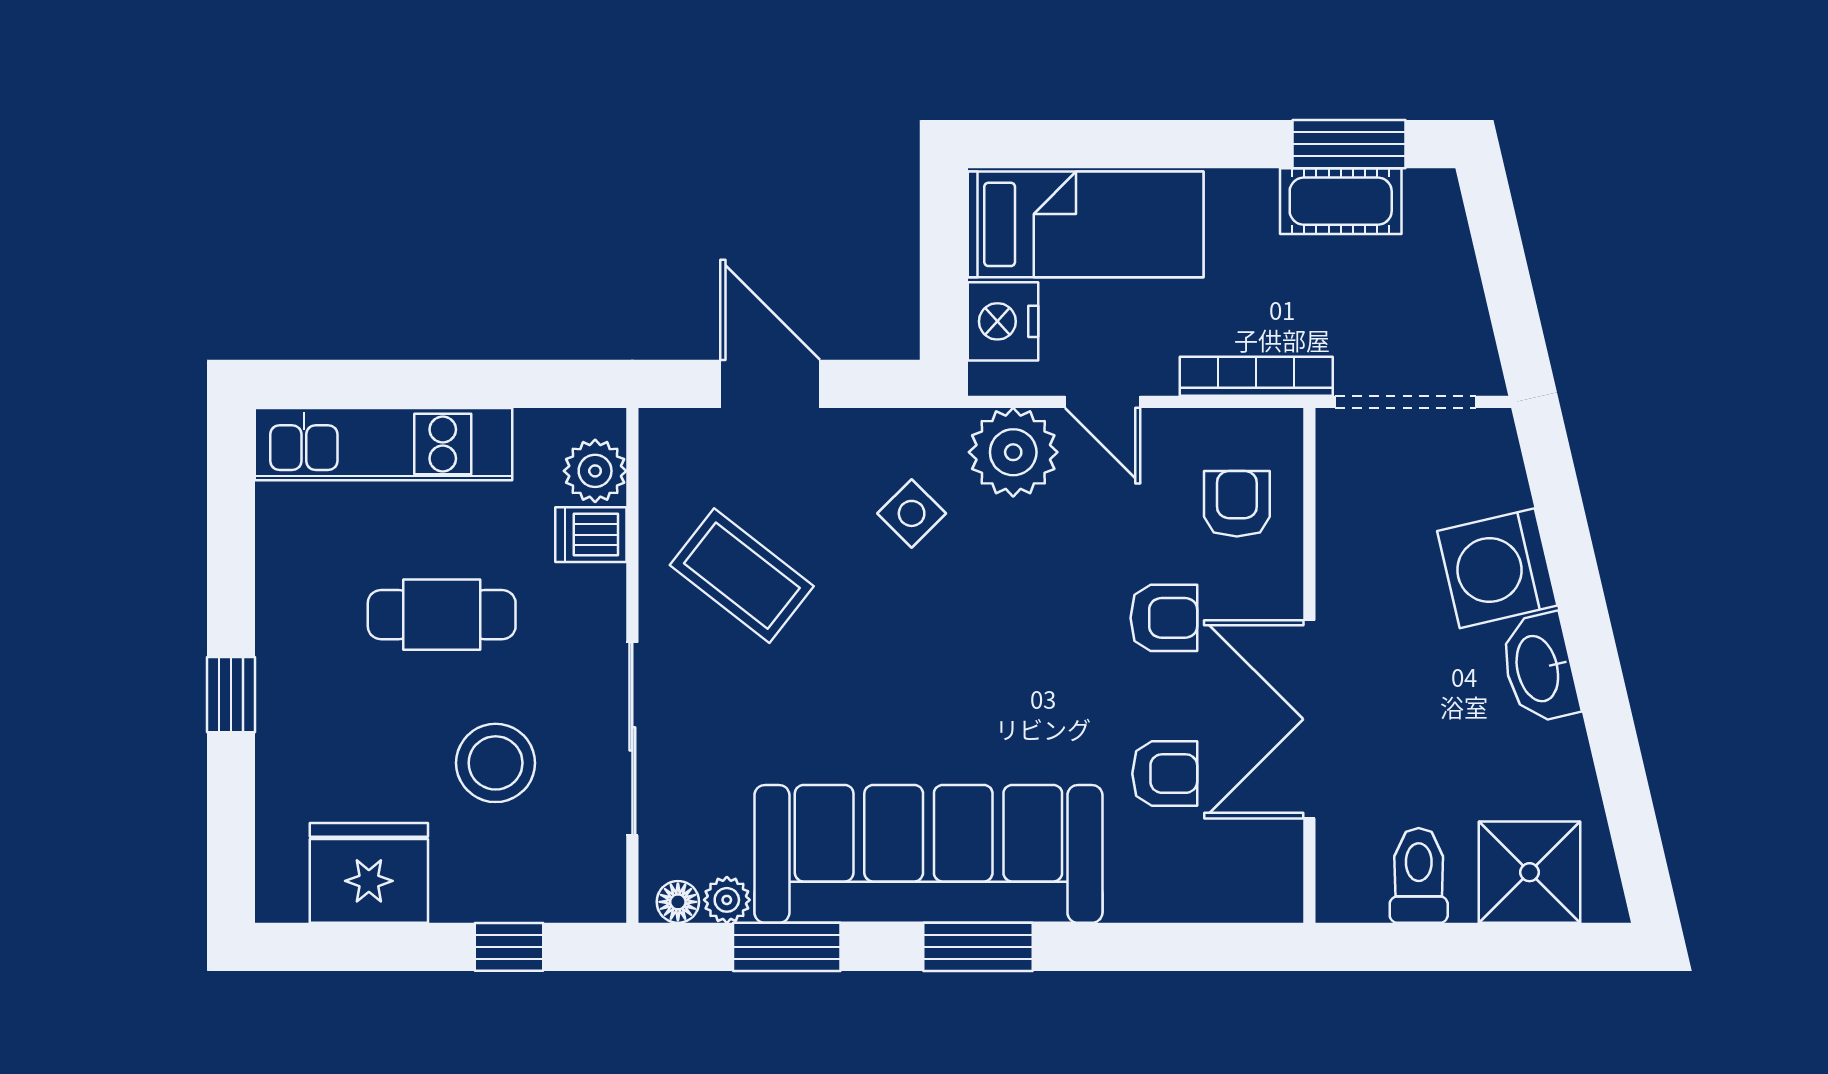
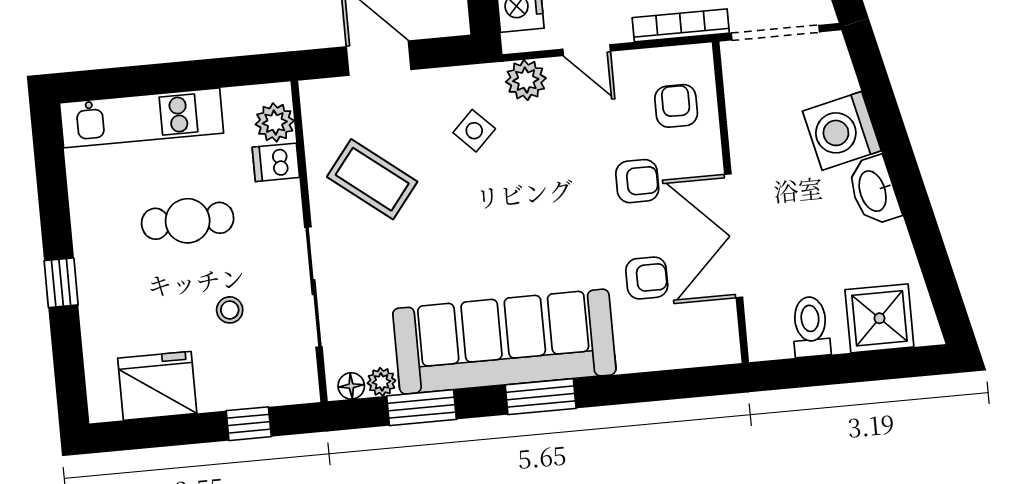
plant: (1013, 452) -> (526, 80), width x0.73, depth x0.73
stool: (496, 763) -> (230, 310), width x0.53, depth x0.53

